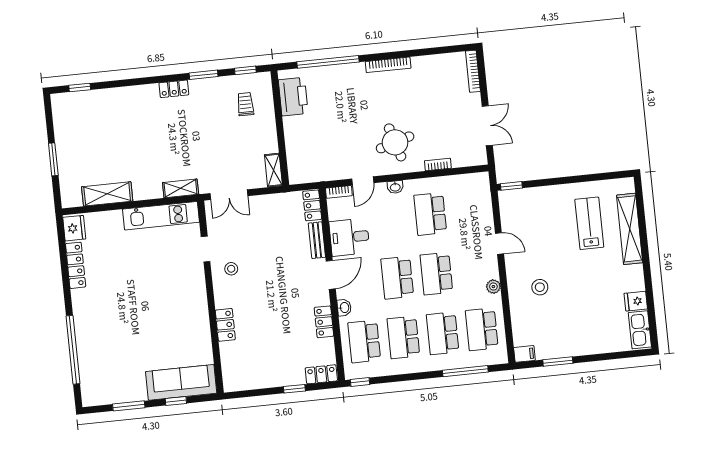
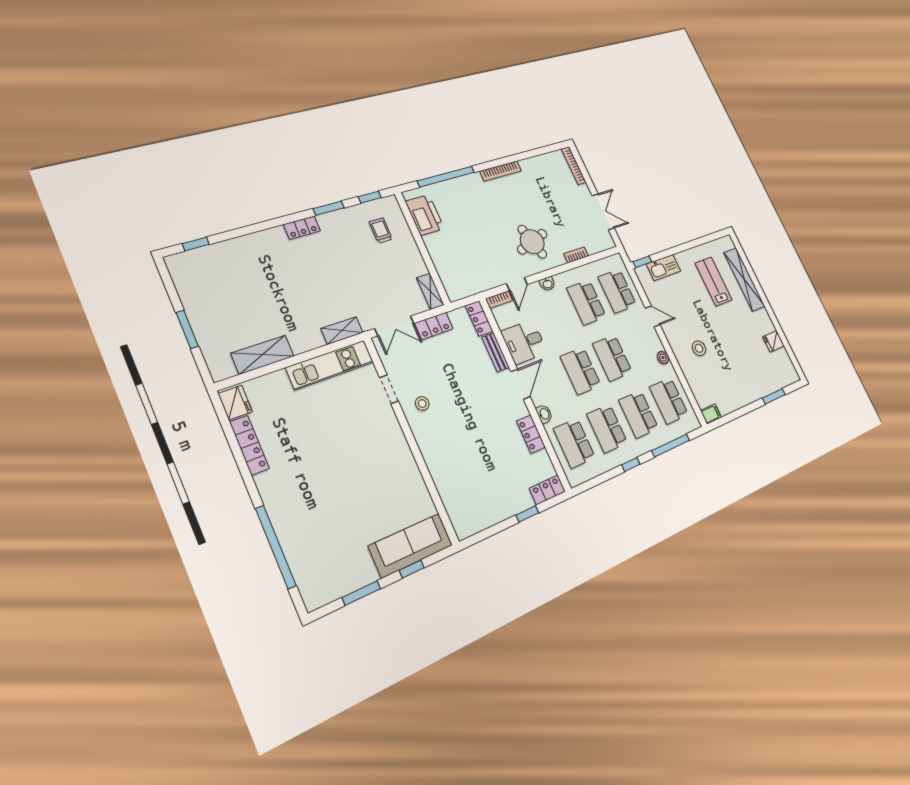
school desk: (469, 210) -> (617, 291), added
locker: (225, 325) -> (434, 326), moved, turned 90
kitchen sink: (640, 330) -> (664, 268), moved, turned -90
window: (558, 362) -> (774, 396), moved
window: (360, 382) -> (631, 465), moved

